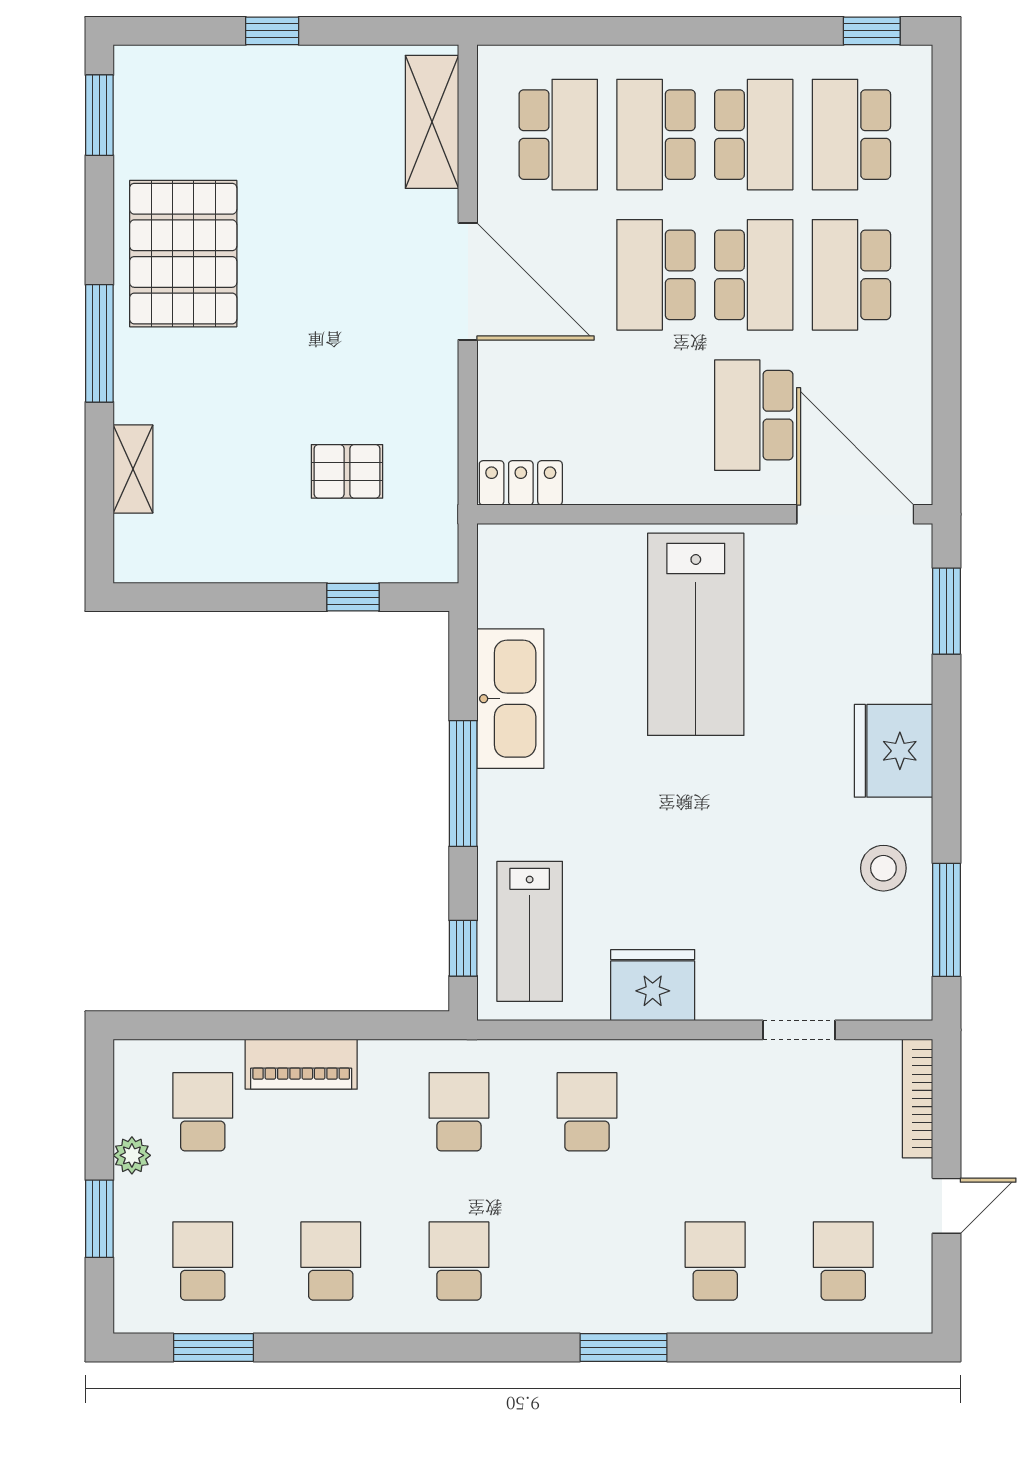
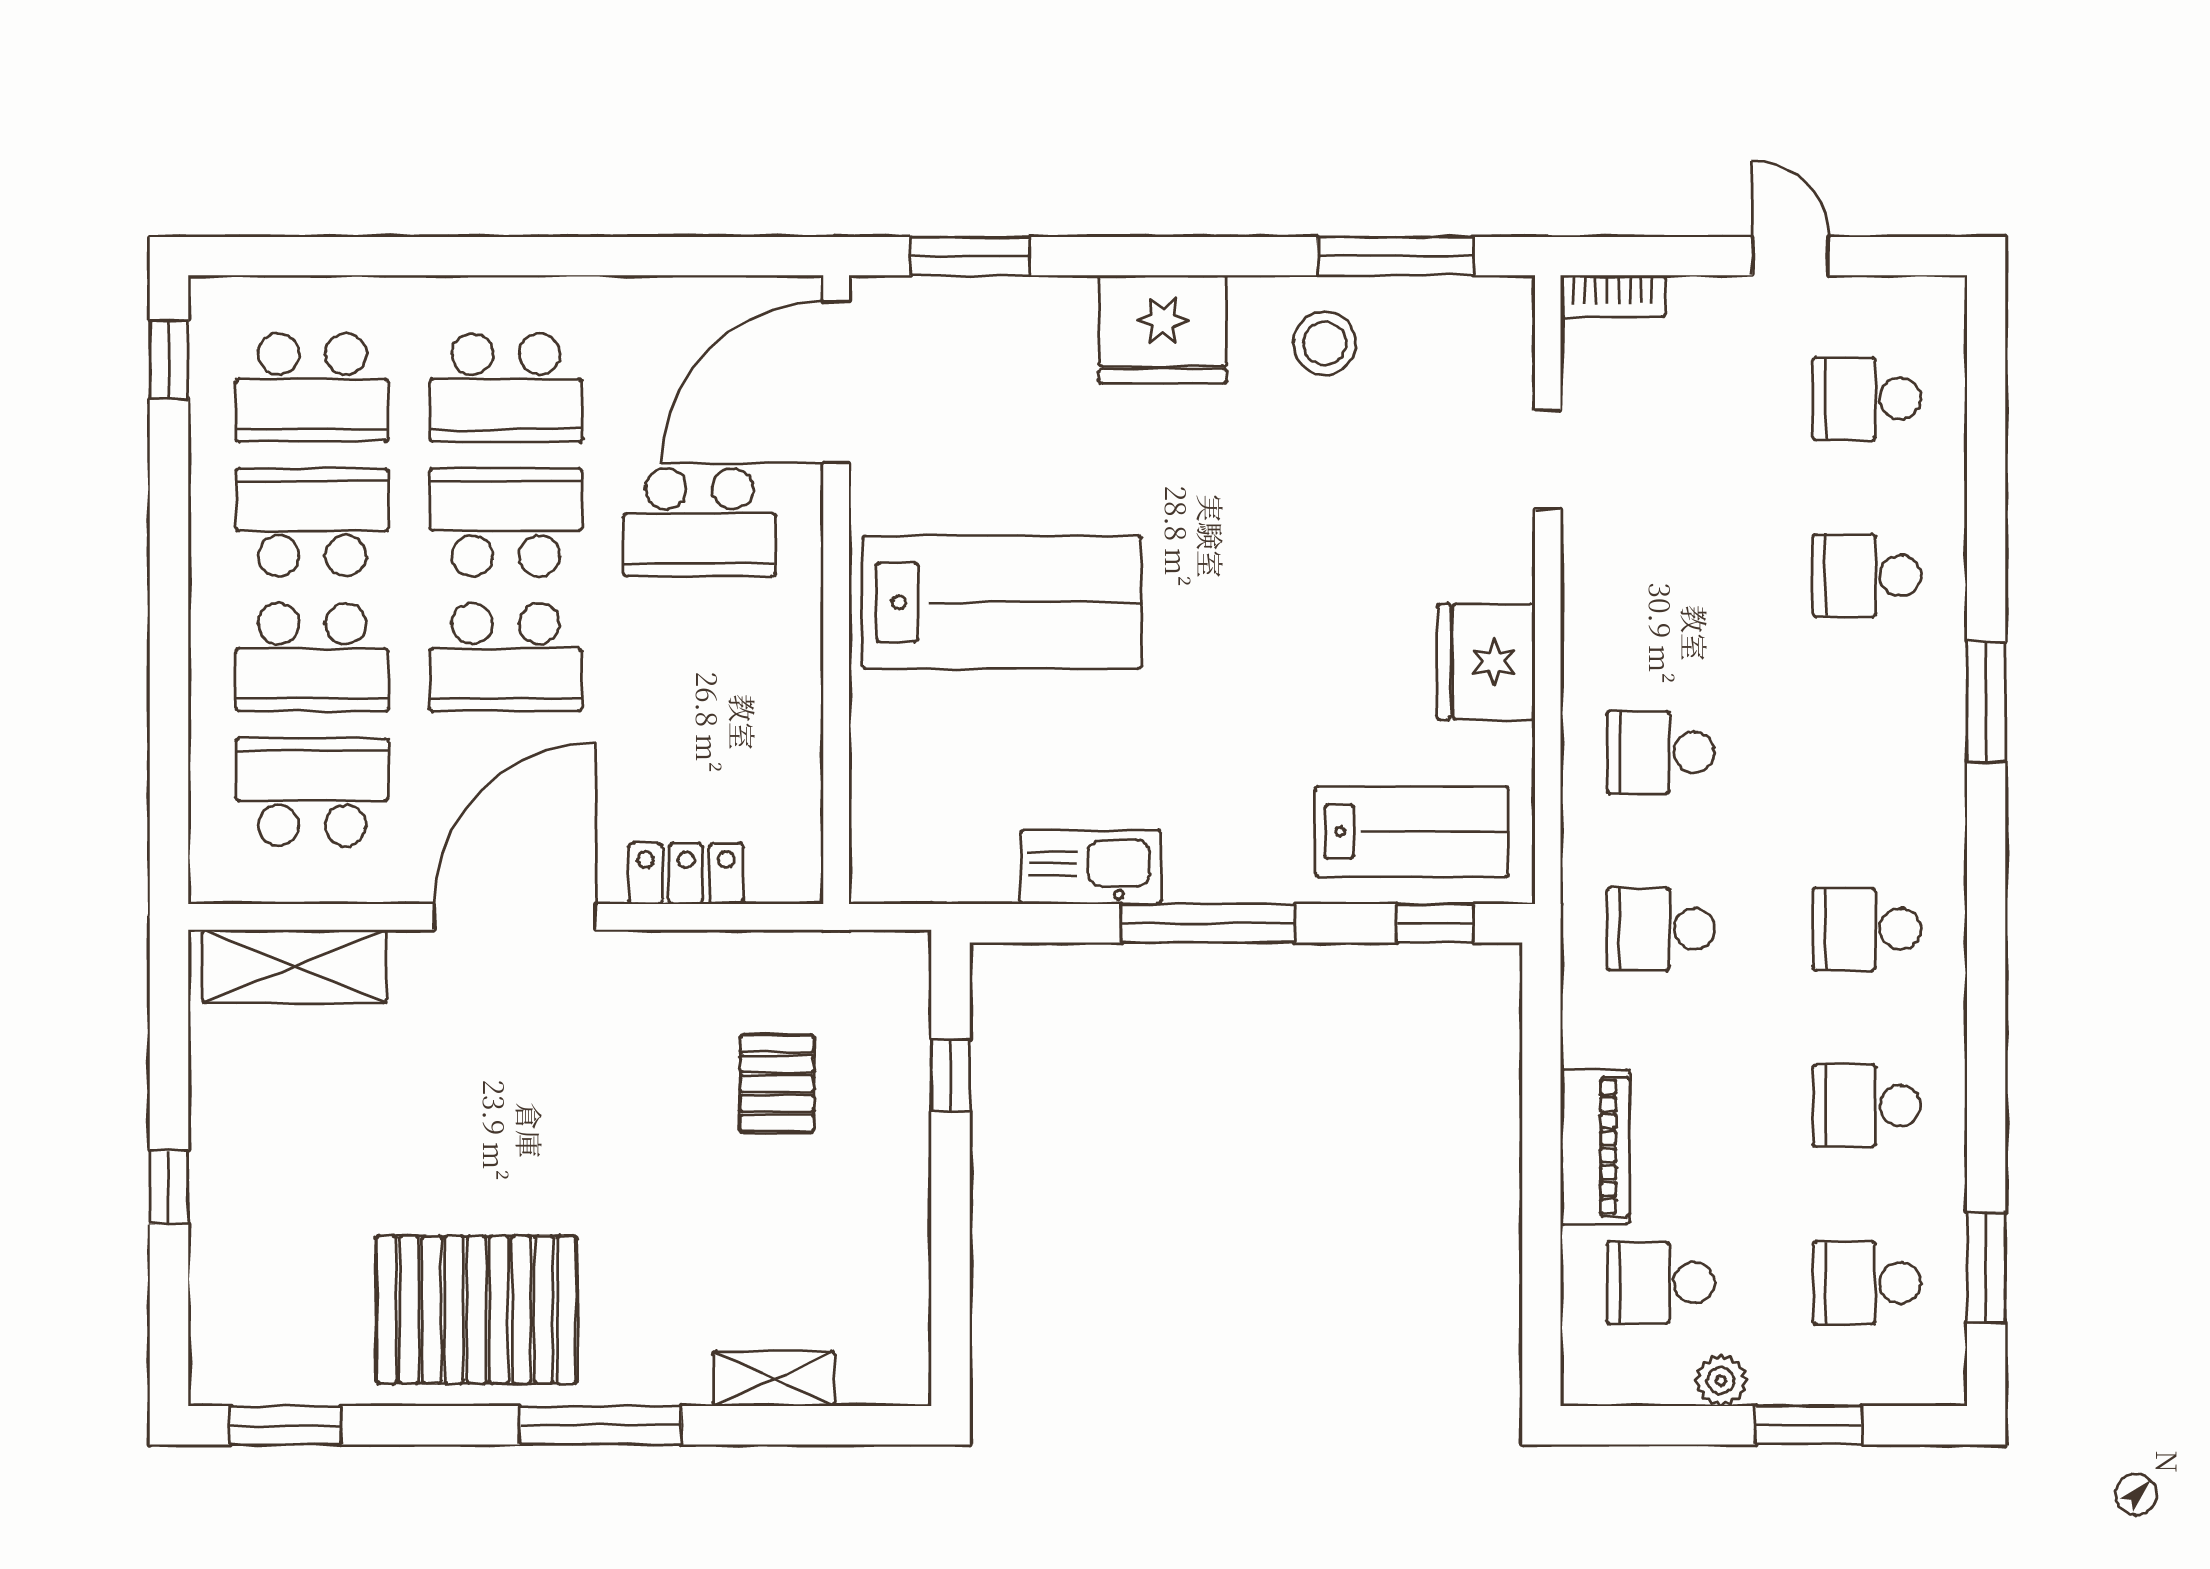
locker: (521, 483) -> (686, 874), moved, turned 90
kitchen sink: (510, 699) -> (1091, 867), width x0.73, depth x0.81
bookcase: (918, 1098) -> (1613, 296), width x0.64

